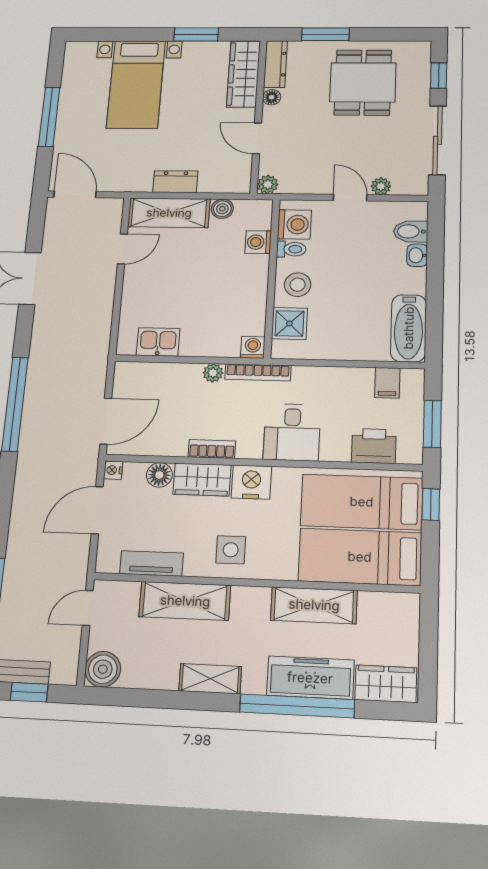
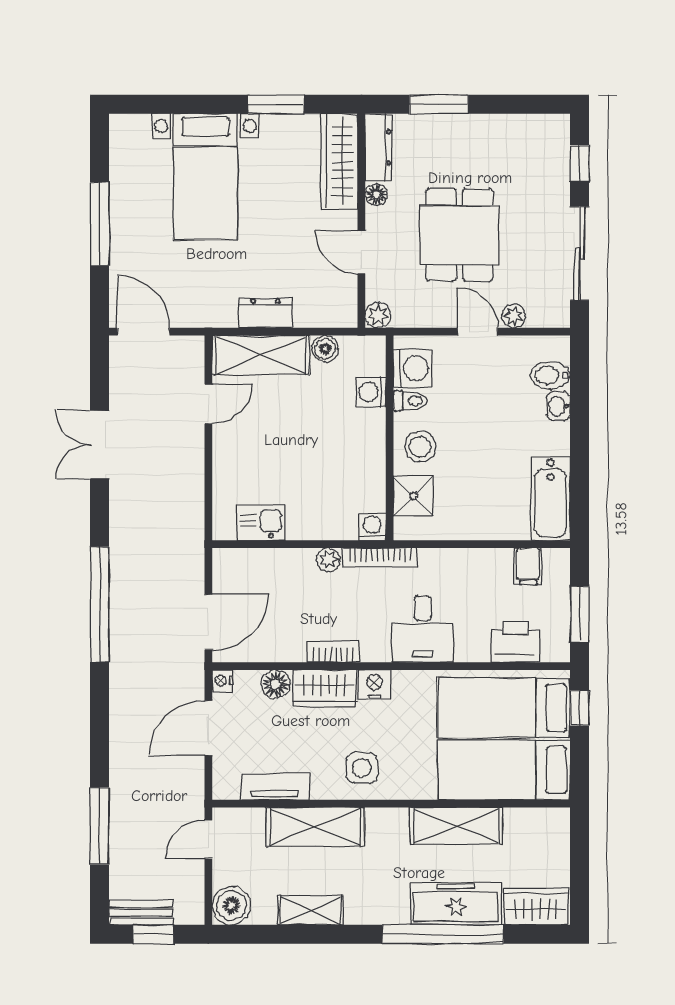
dining table: (363, 82) -> (459, 235), moved
nightstand: (251, 482) -> (374, 684), width x0.74, depth x0.75
shelving: (210, 679) -> (310, 910), moved

